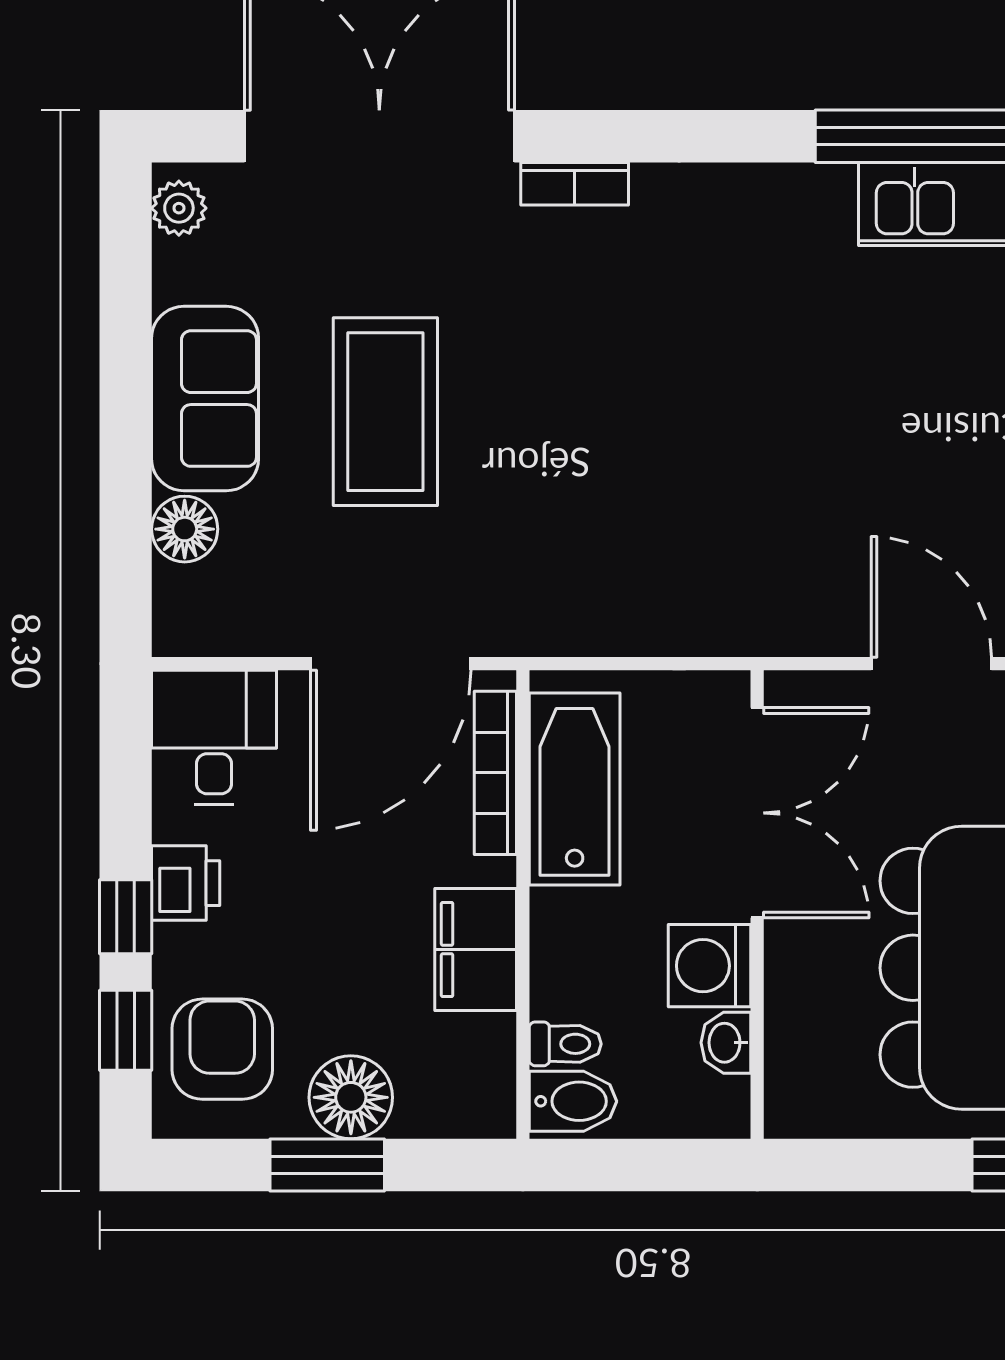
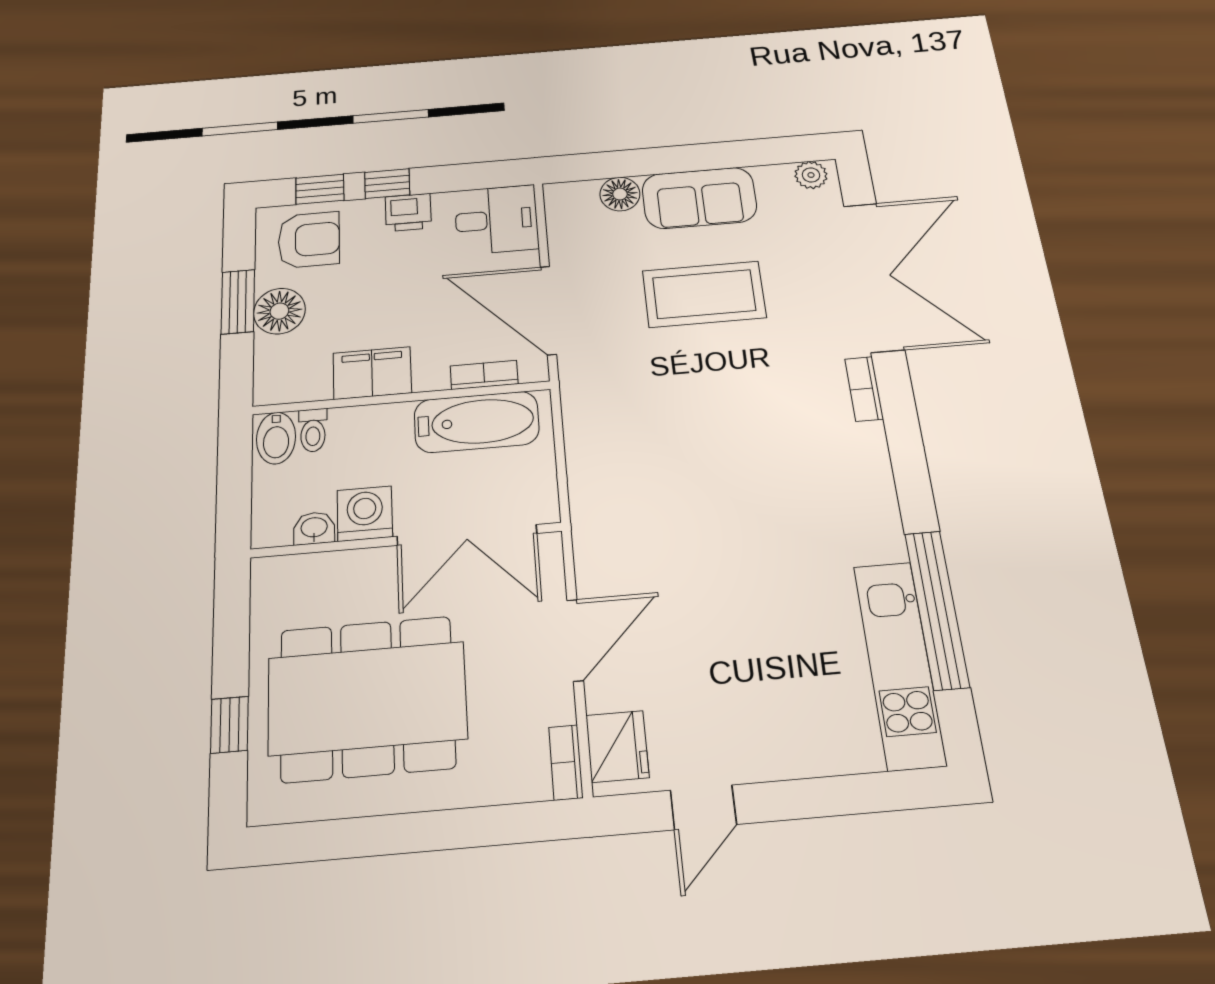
bookcase: (495, 773) -> (484, 375), width x0.64

